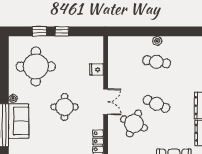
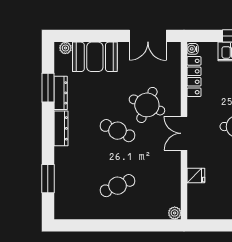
plant: (157, 41) -> (175, 213), moved
cafe table: (156, 62) -> (118, 186), turned -33

